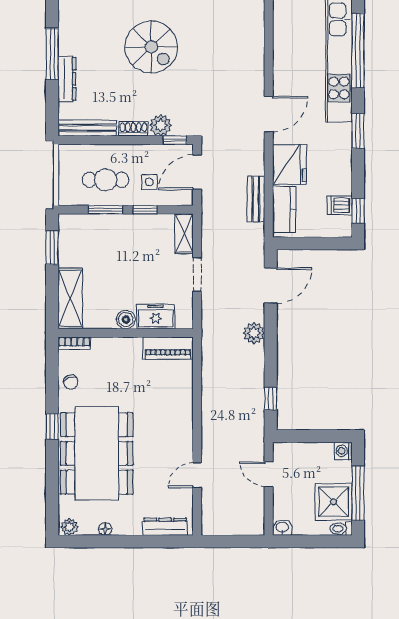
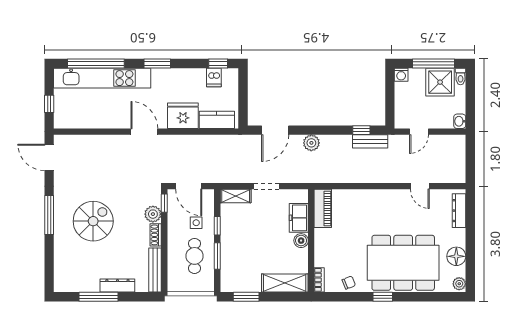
bench: (256, 199) -> (370, 141), moved
door: (271, 285) -> (275, 130), swing flipped
floor lamp: (105, 529) -> (456, 256), width x1.89, depth x1.89

